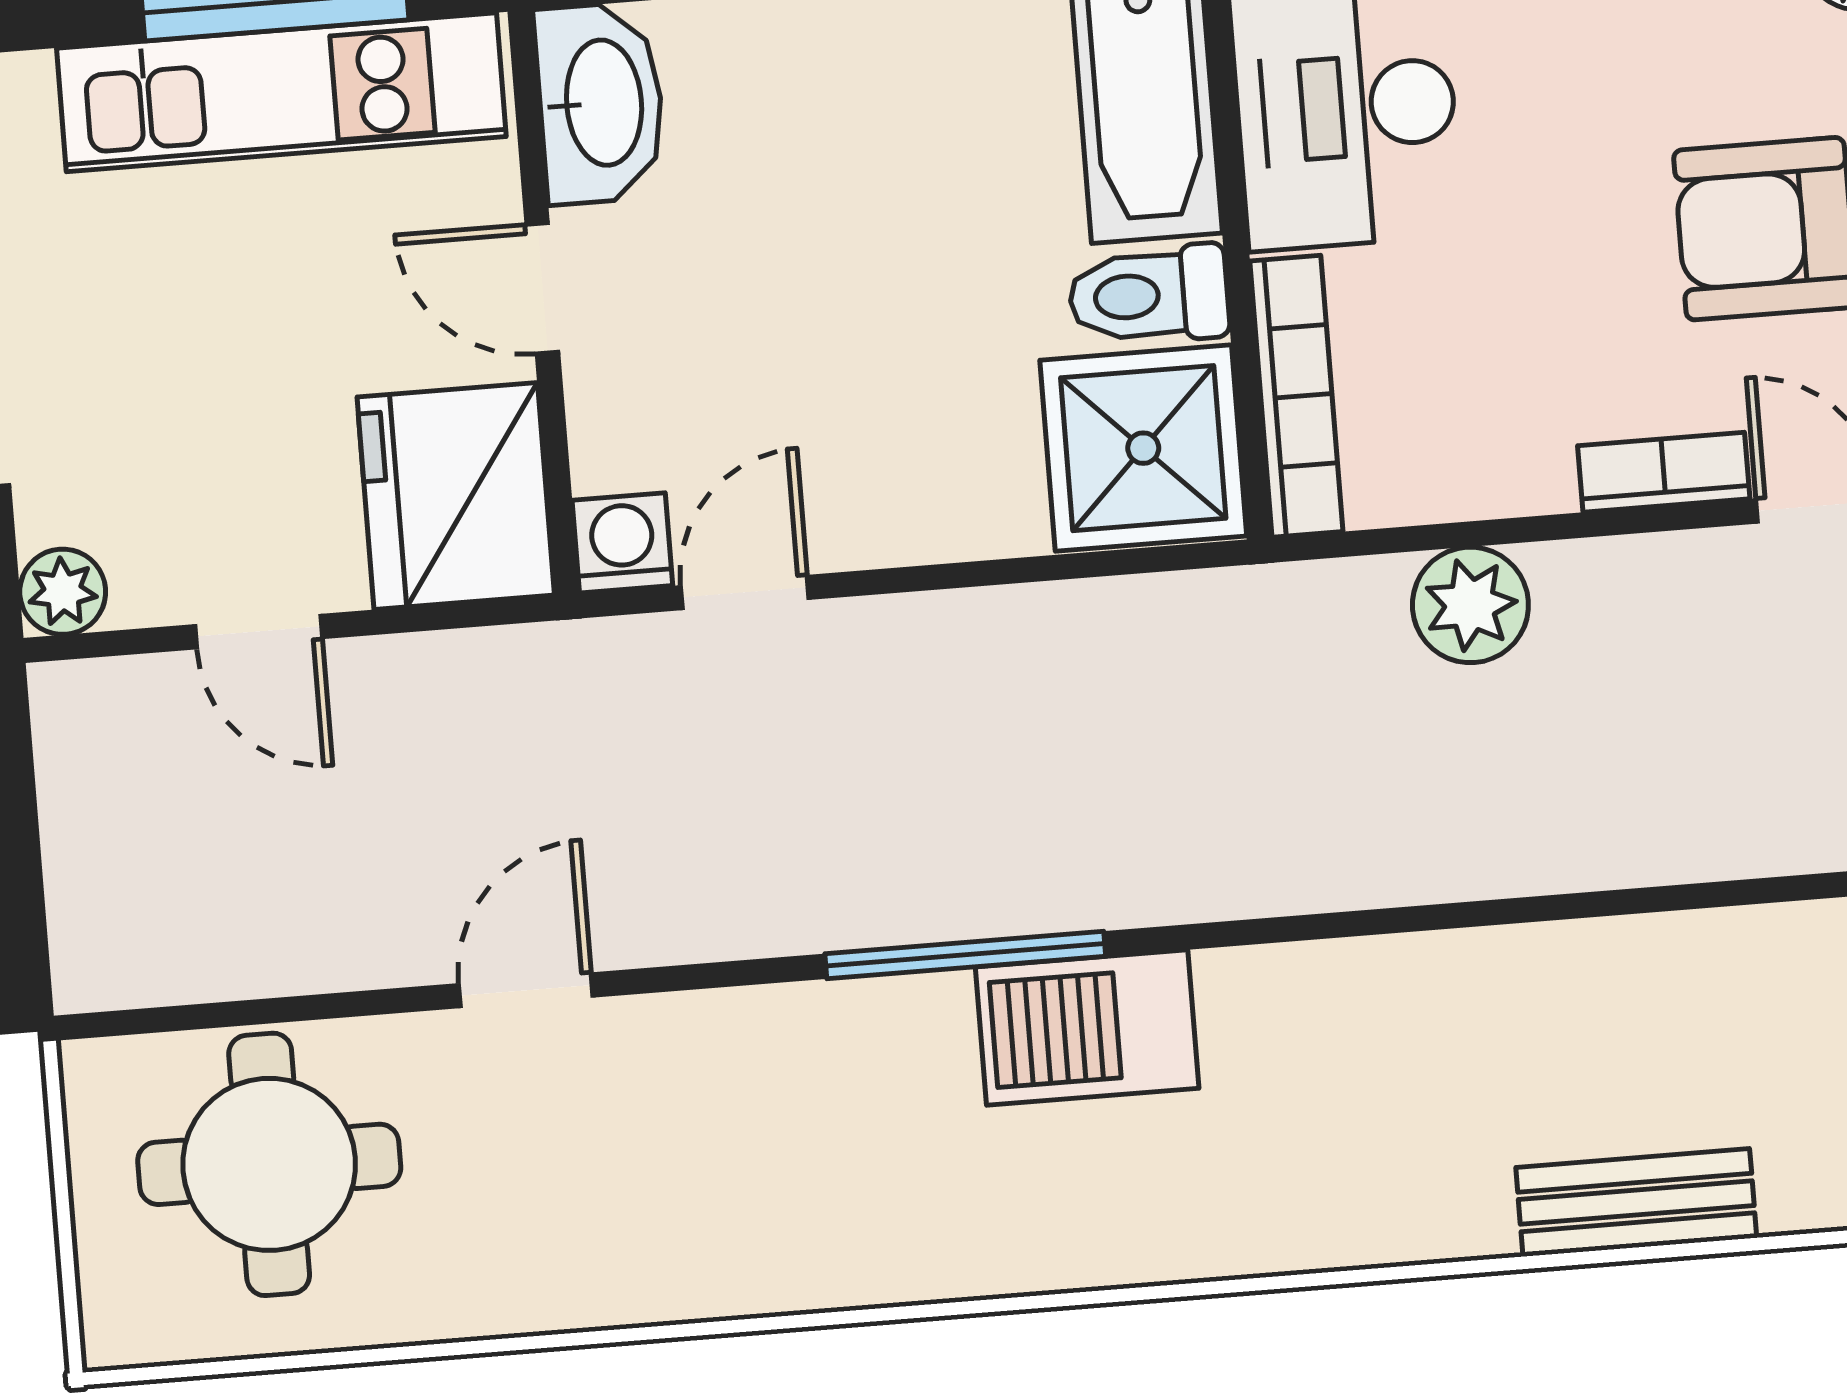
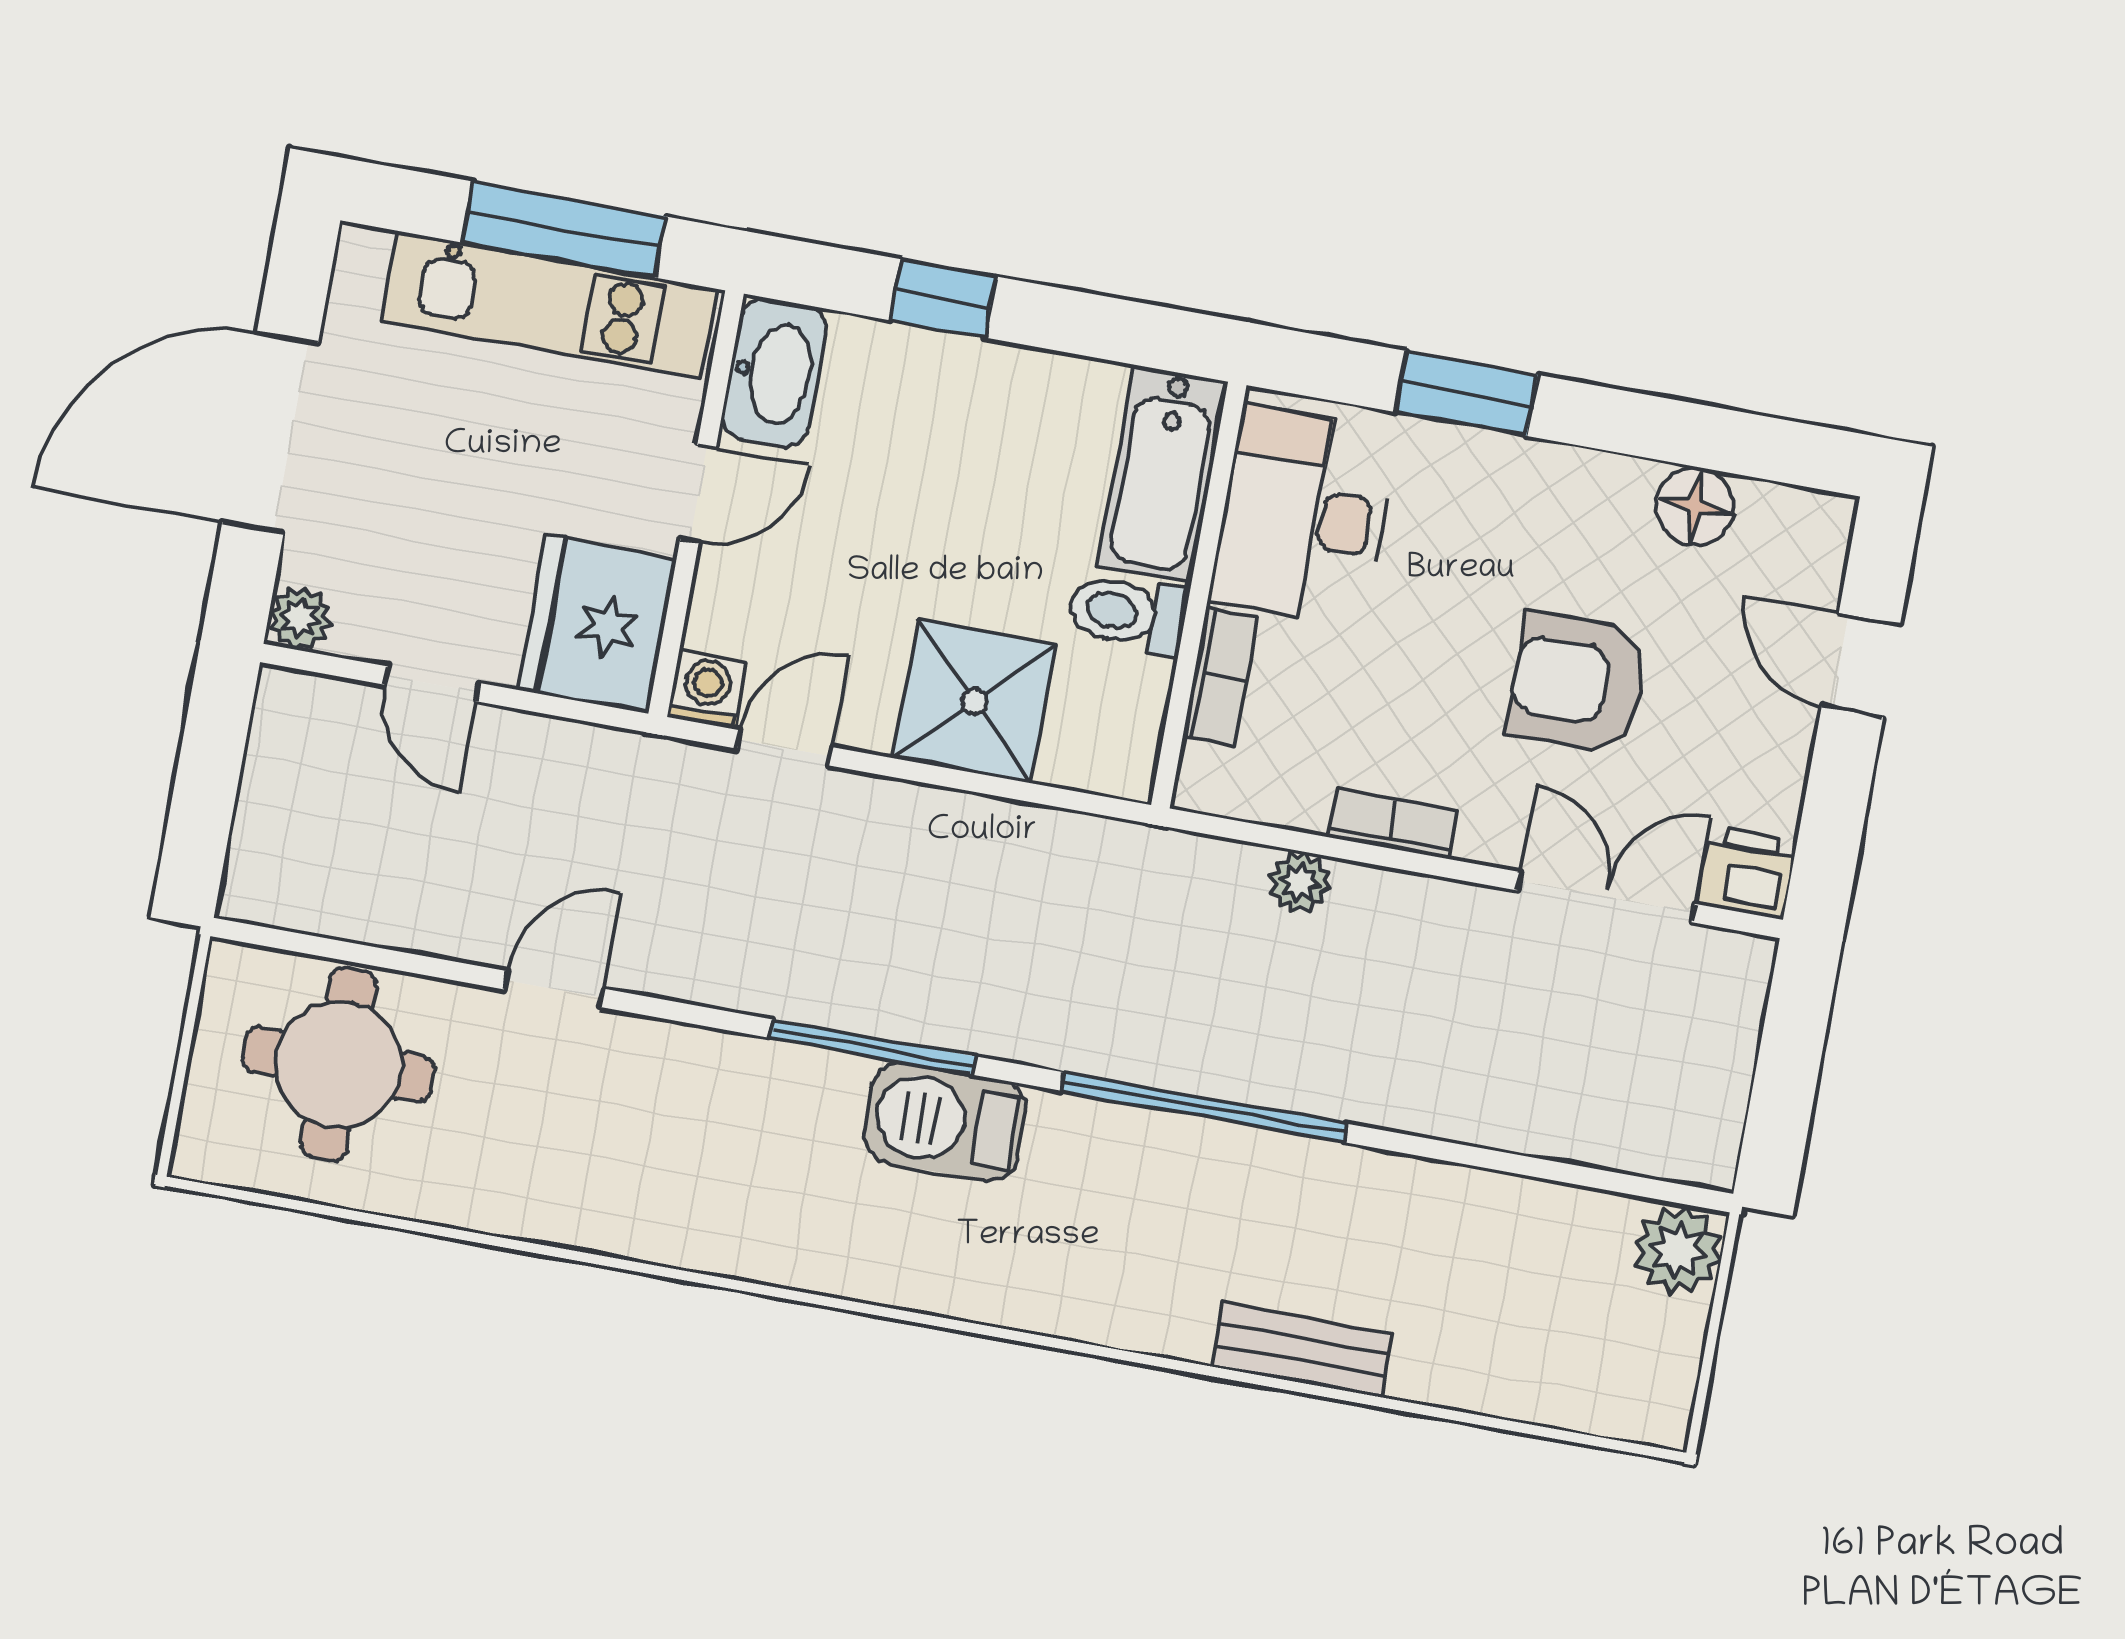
door: (542, 288) -> (698, 493), swing flipped
bookcase: (1296, 396) -> (1220, 677), width x0.64
shower: (1143, 448) -> (975, 701), moved
bookcase: (1664, 472) -> (1393, 824), moved
plant: (1470, 605) -> (1300, 882), width x0.73, depth x0.73
window: (1422, 918) -> (1204, 1107), added

